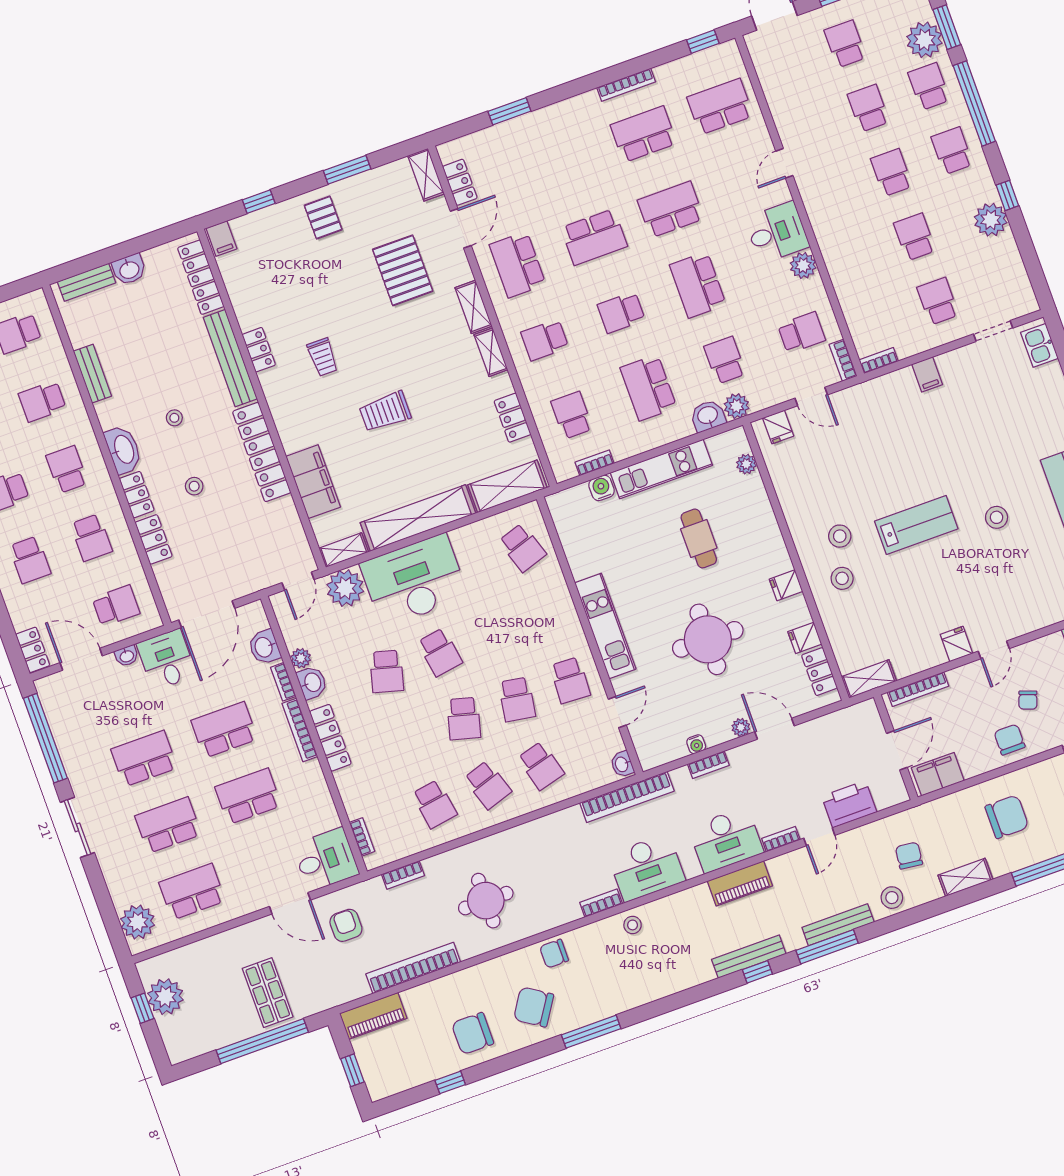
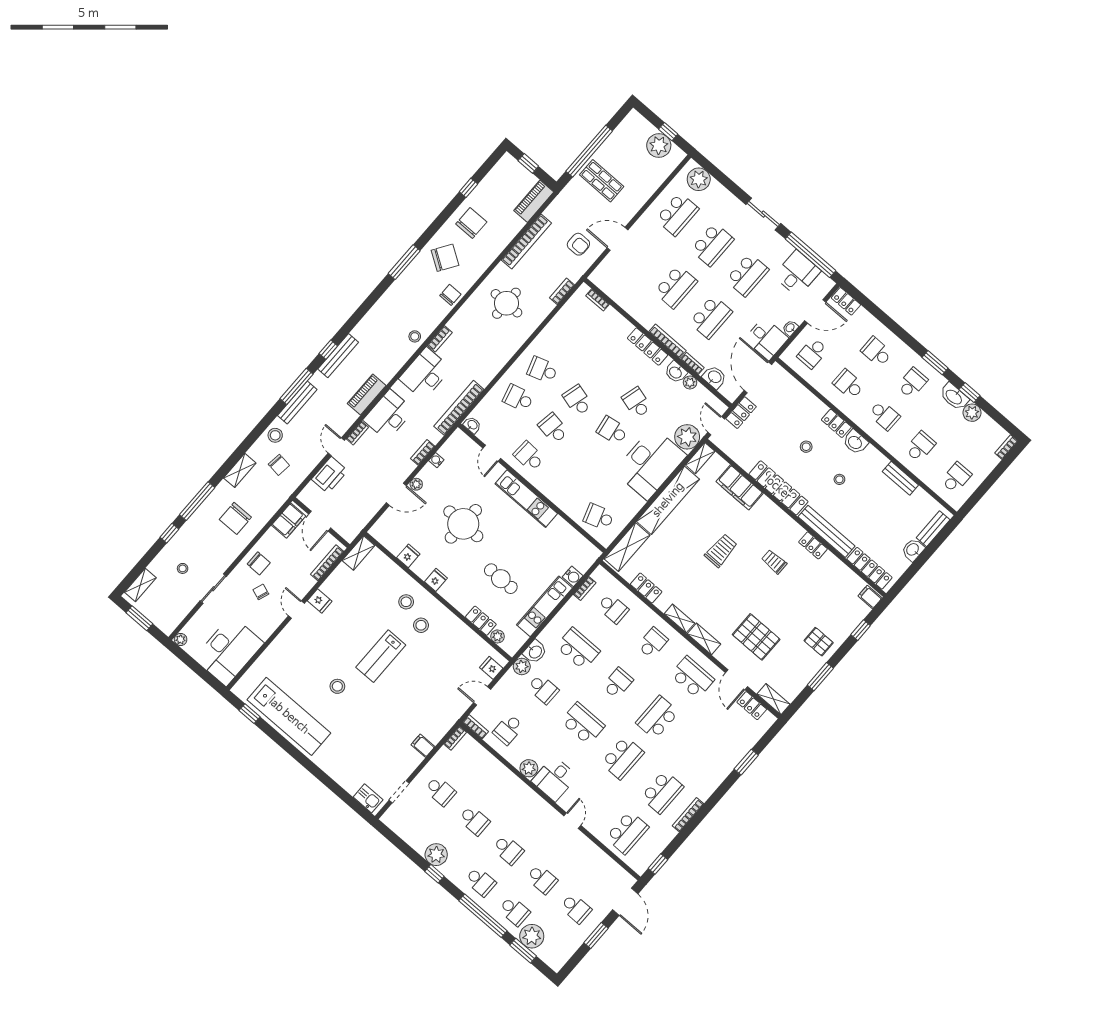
washbasin: (123, 450) -> (855, 442), width x0.72
locker: (154, 539) -> (741, 413), moved, turned -90
locker: (819, 672) -> (481, 621), moved
school desk: (434, 804) -> (567, 342), removed
desk: (326, 860) -> (797, 273), moved, turned 180

